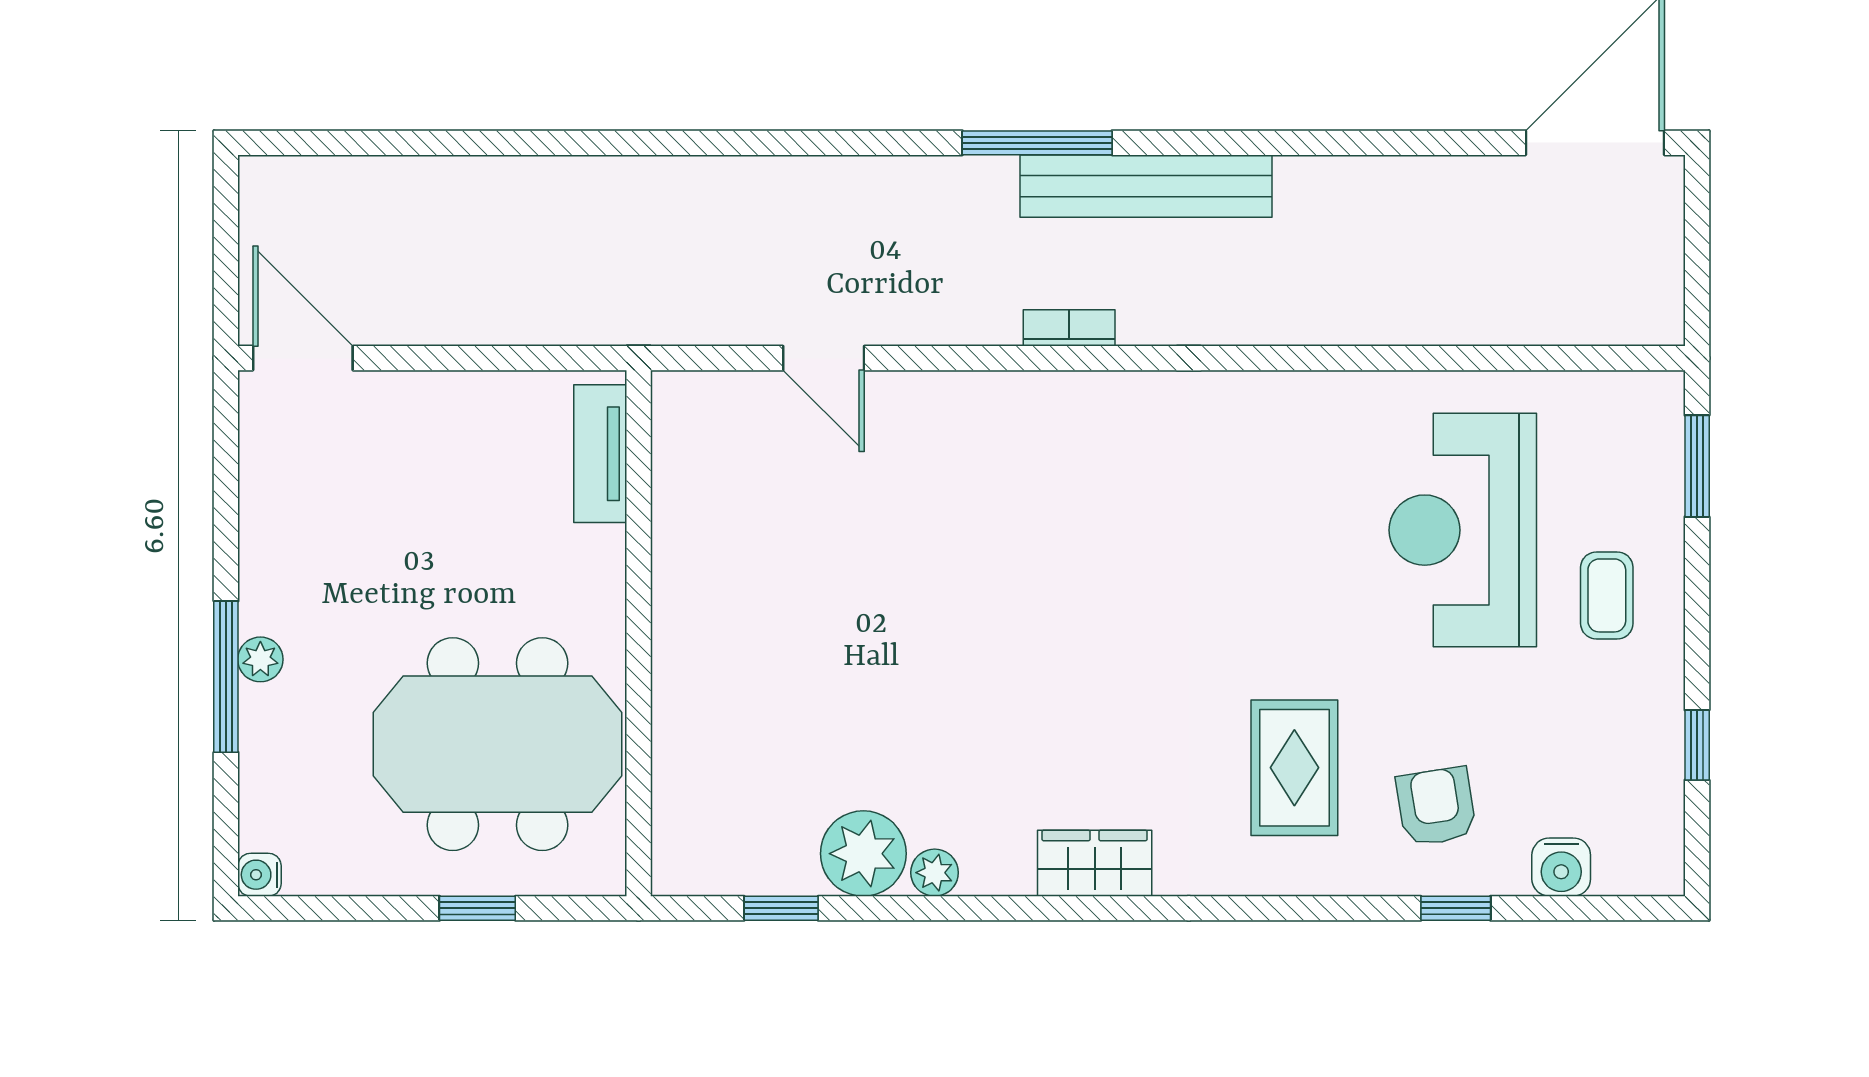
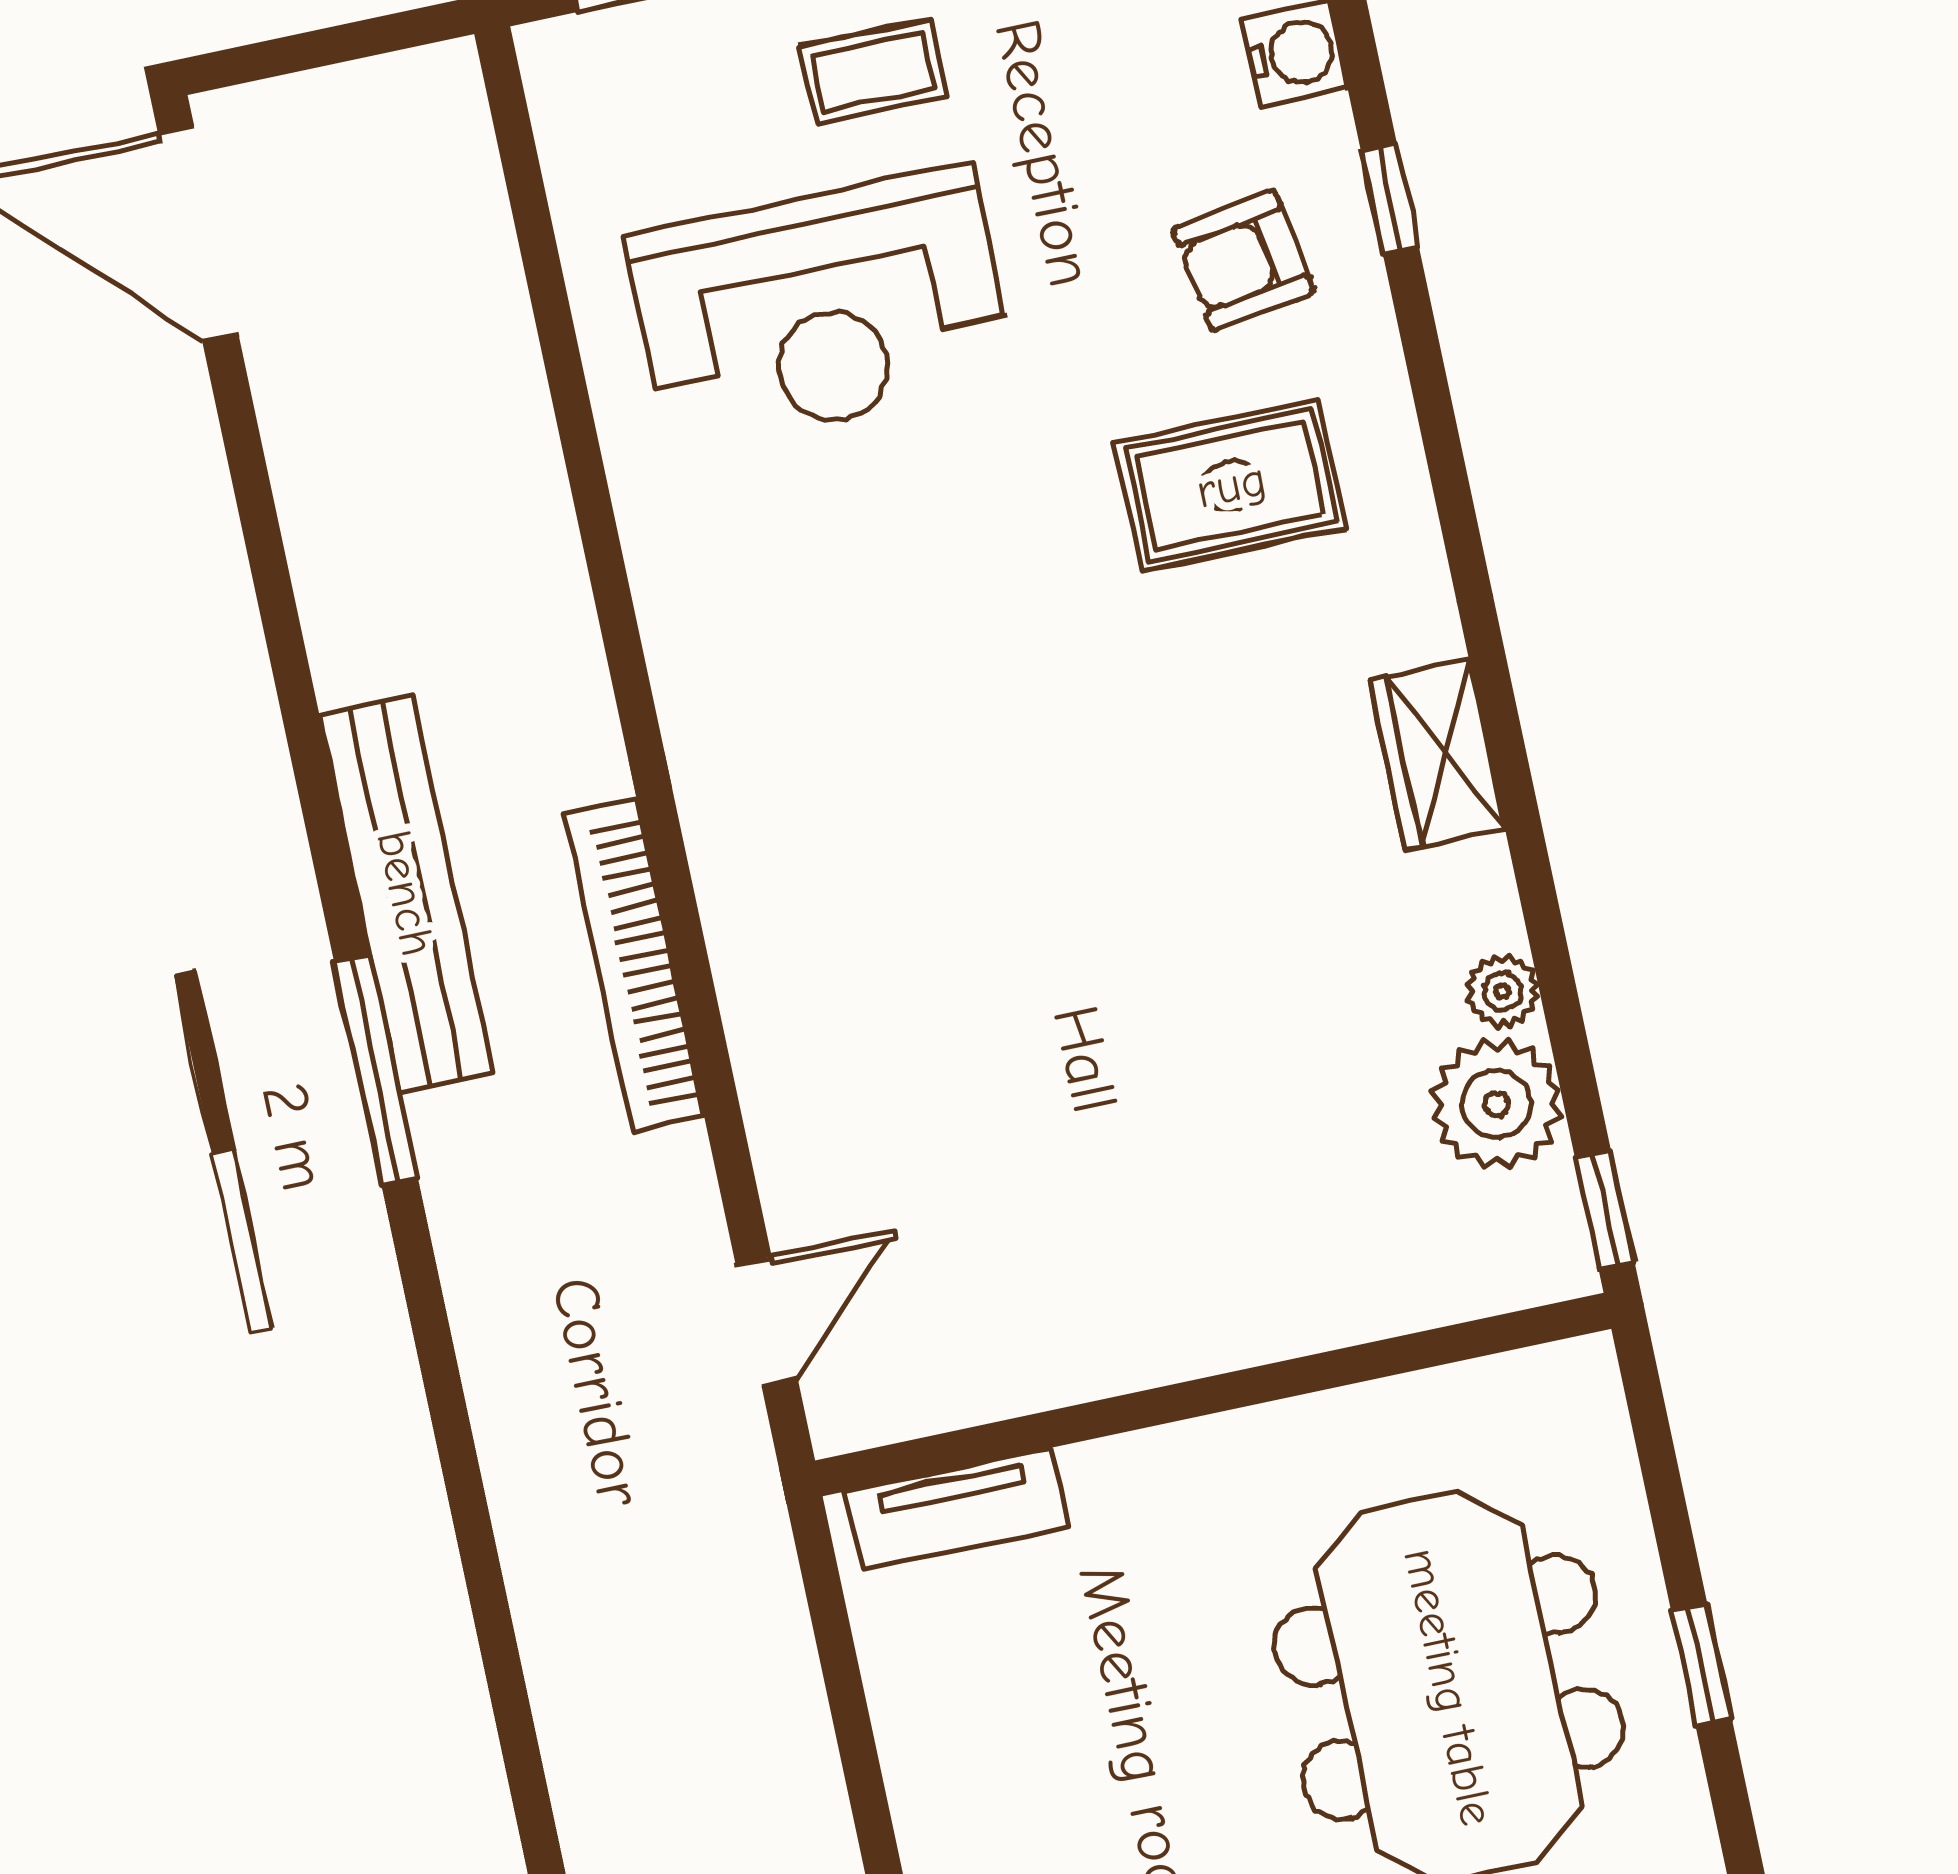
bookcase: (1069, 328) -> (635, 965), width x2.31, depth x1.31
tv unit: (600, 454) -> (956, 1509), moved
wall: (639, 633) -> (1213, 1395), moved

